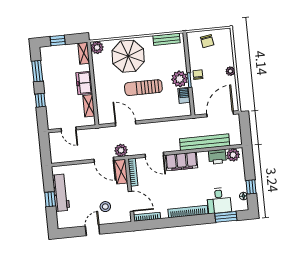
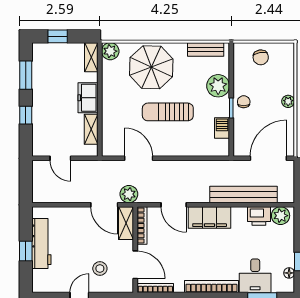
plant: (180, 79) -> (218, 86), moved

